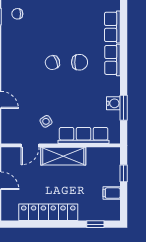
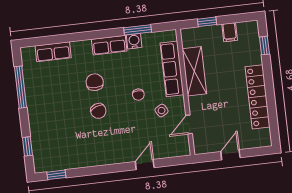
chair: (17, 14) -> (138, 95), moved
row of seats: (112, 60) -> (109, 45), moved
door: (30, 145) -> (189, 124), swing flipped
shelving: (63, 156) -> (194, 71), moved

